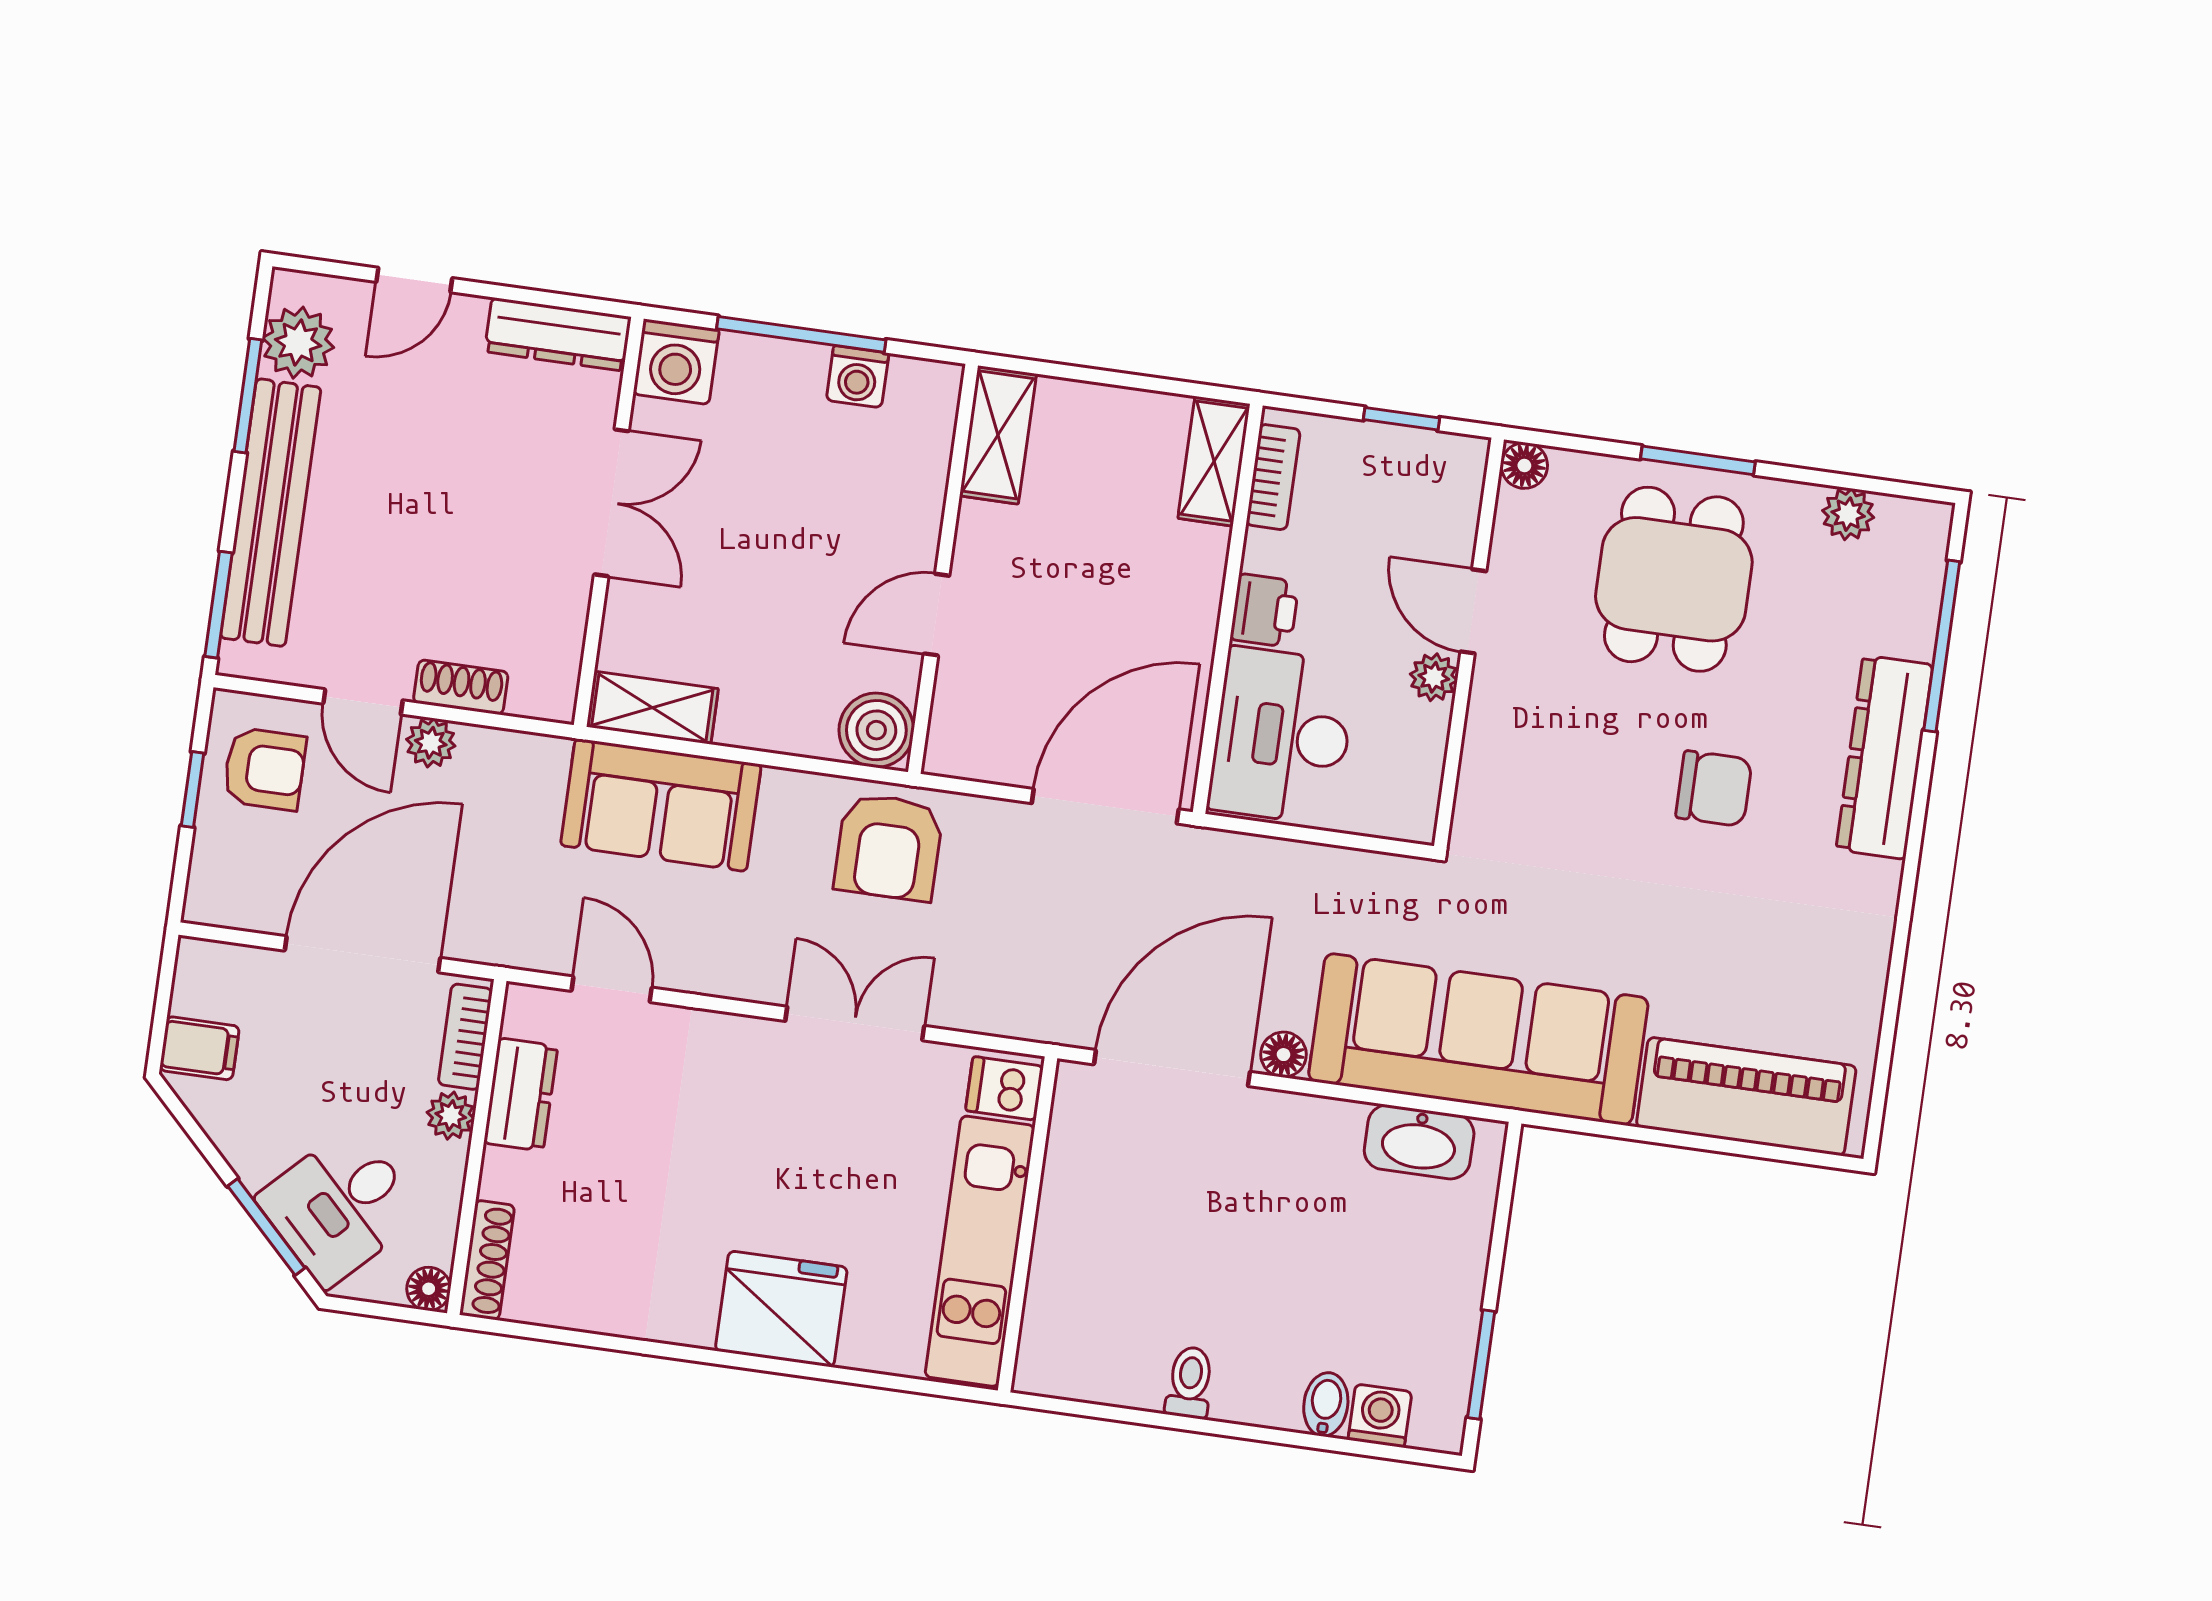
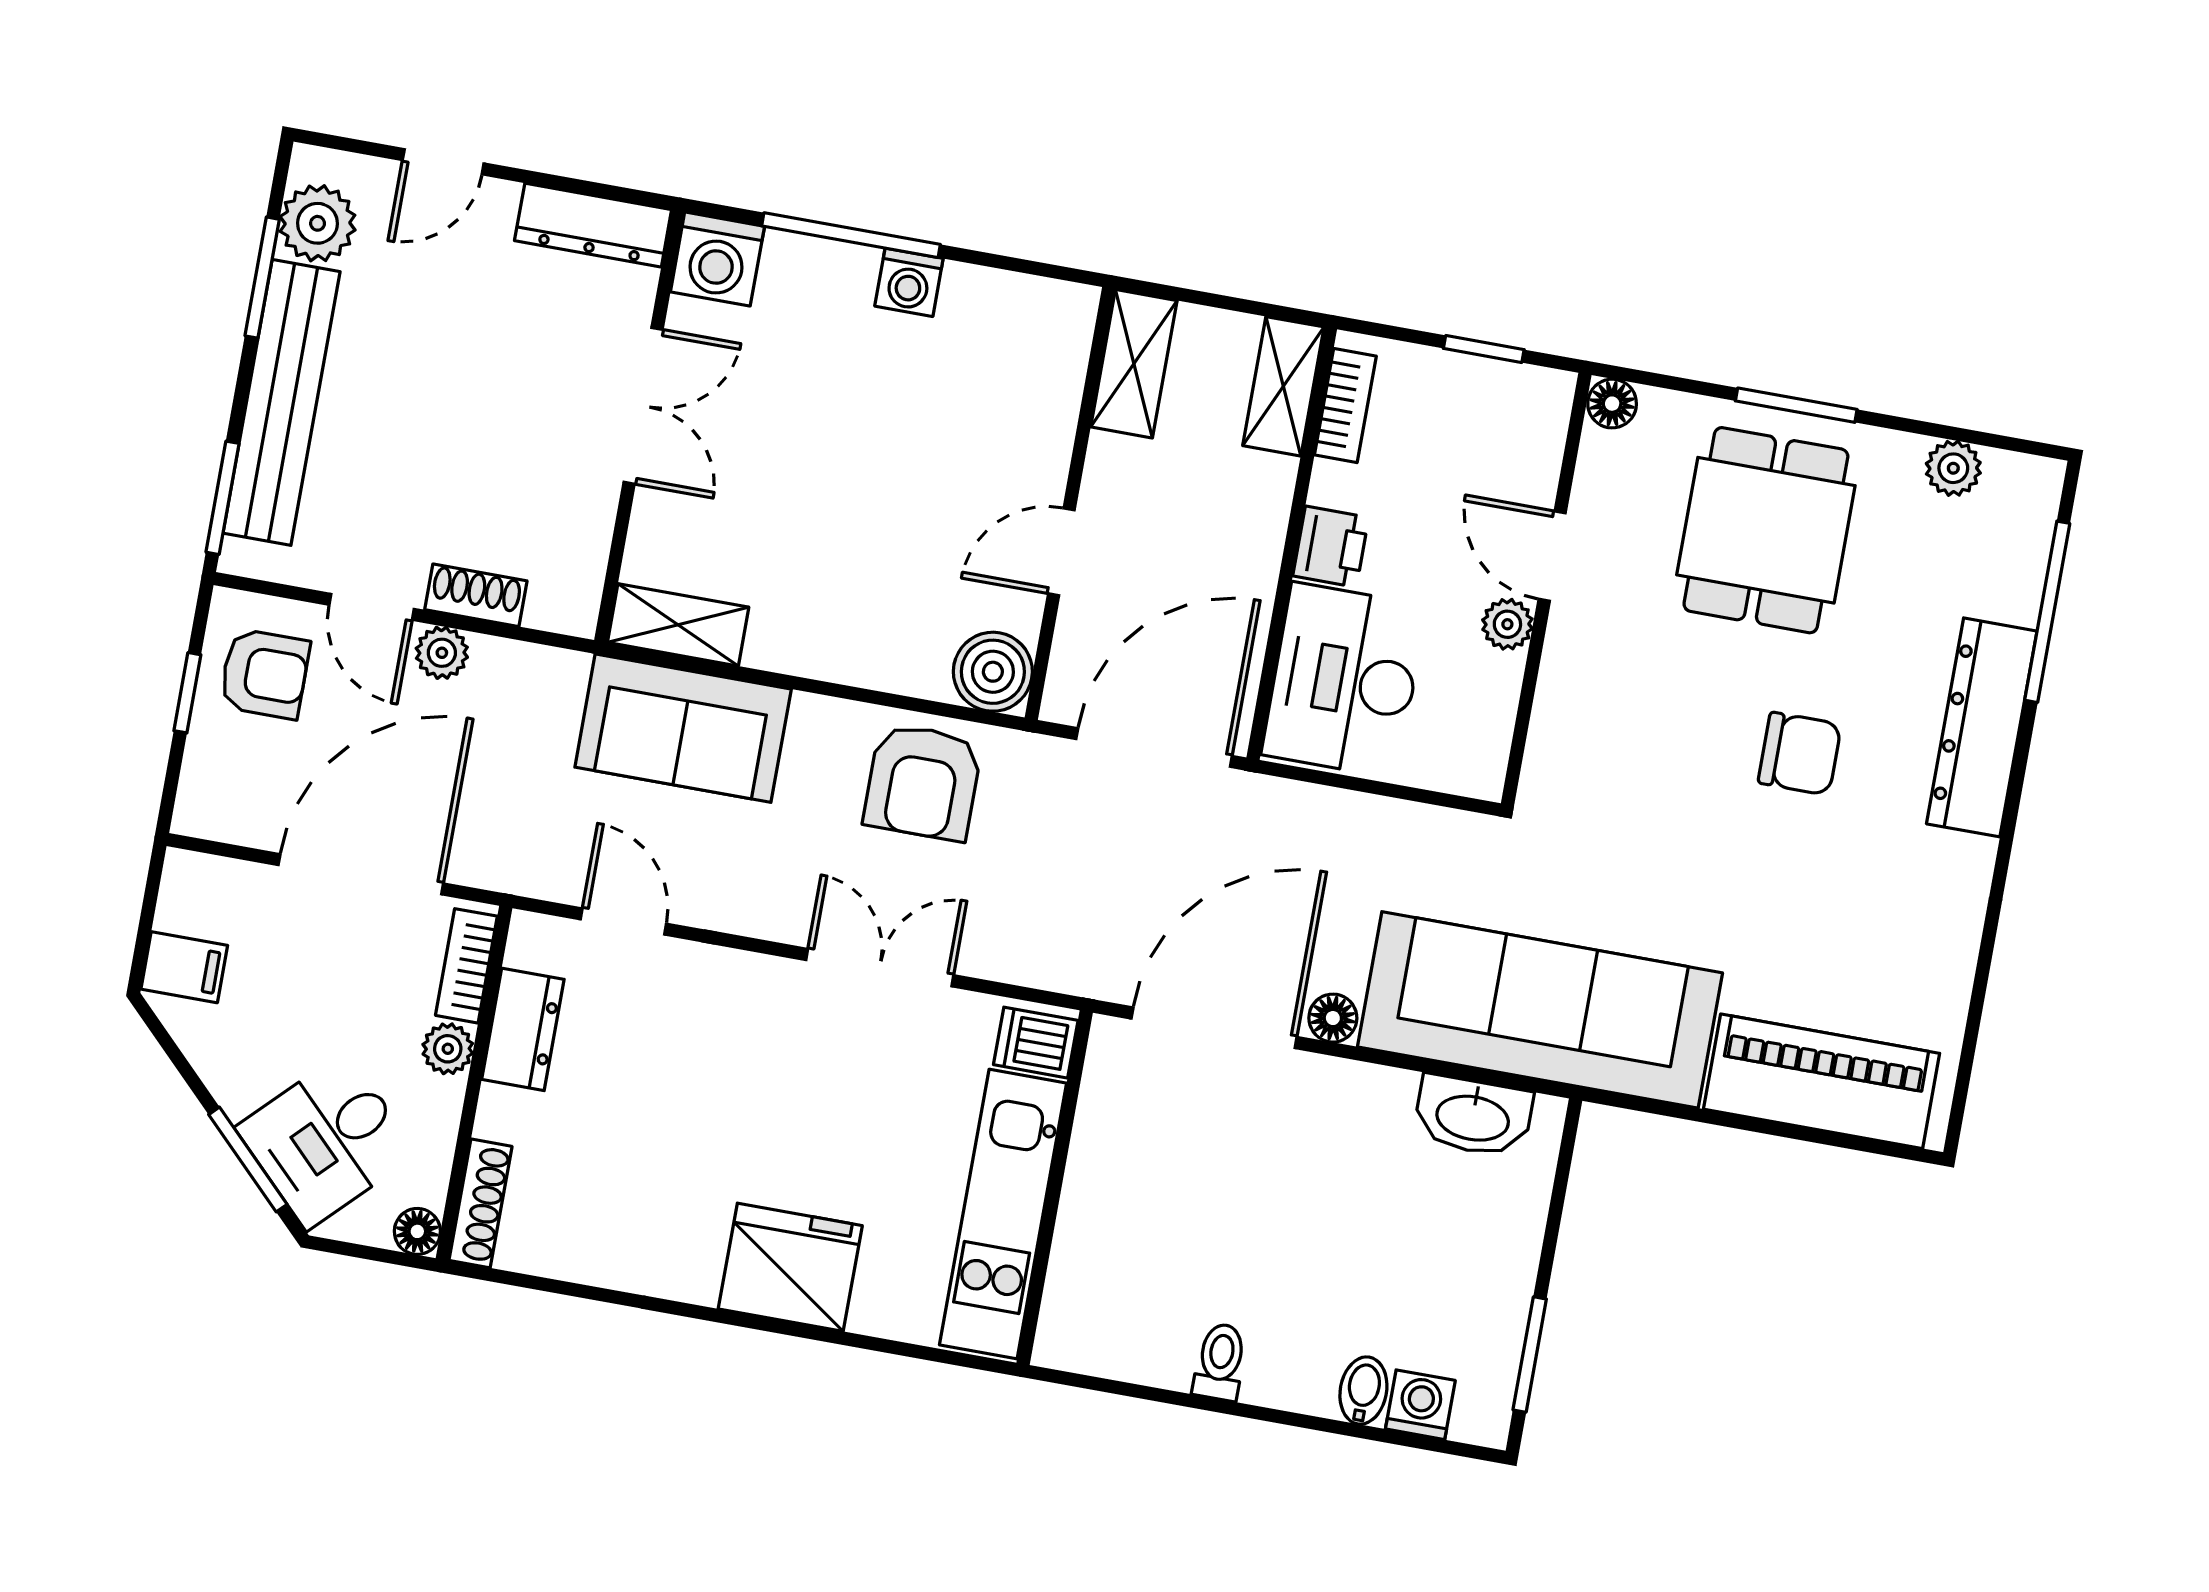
shelving: (998, 435) -> (1134, 364), moved
wall: (943, 569) -> (1070, 504), moved
door: (937, 615) -> (1061, 552), moved
boiler: (876, 730) -> (993, 672), moved

